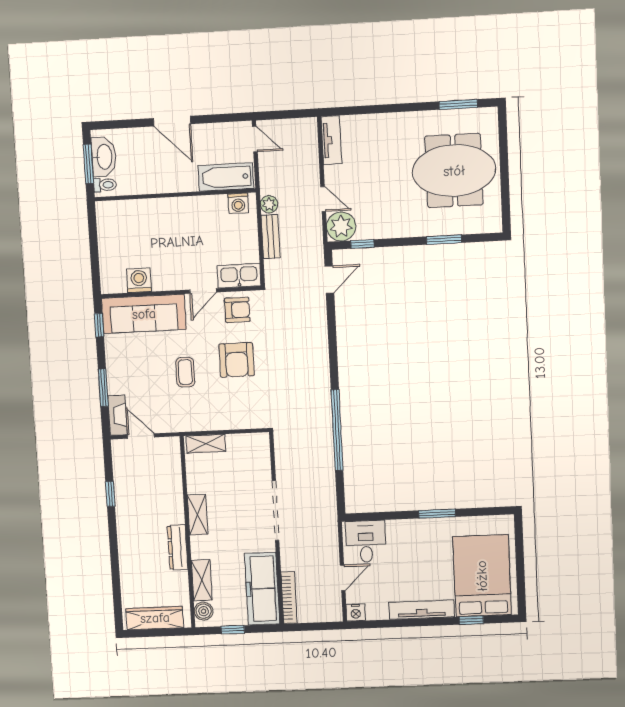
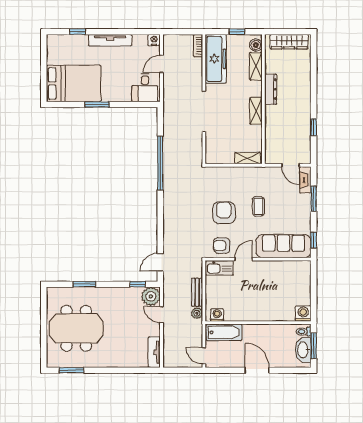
washing machine: (139, 280) -> (303, 314), moved, turned 180
bed: (482, 576) -> (74, 83), moved, turned -90
bookcase: (289, 598) -> (198, 46), width x0.64

